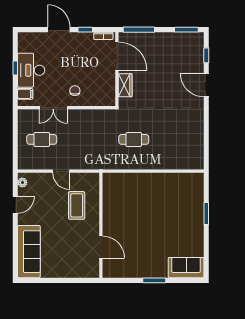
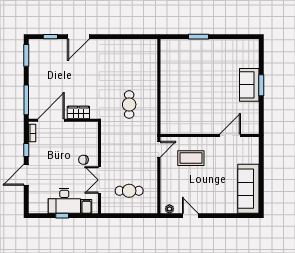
double door: (53, 108) -> (99, 180), swing flipped
cafe table: (42, 139) -> (129, 191), turned 90
door: (61, 171) -> (159, 149), moved
sofa: (29, 252) -> (248, 189), moved, turned -90
sofa: (186, 268) -> (249, 85), moved

